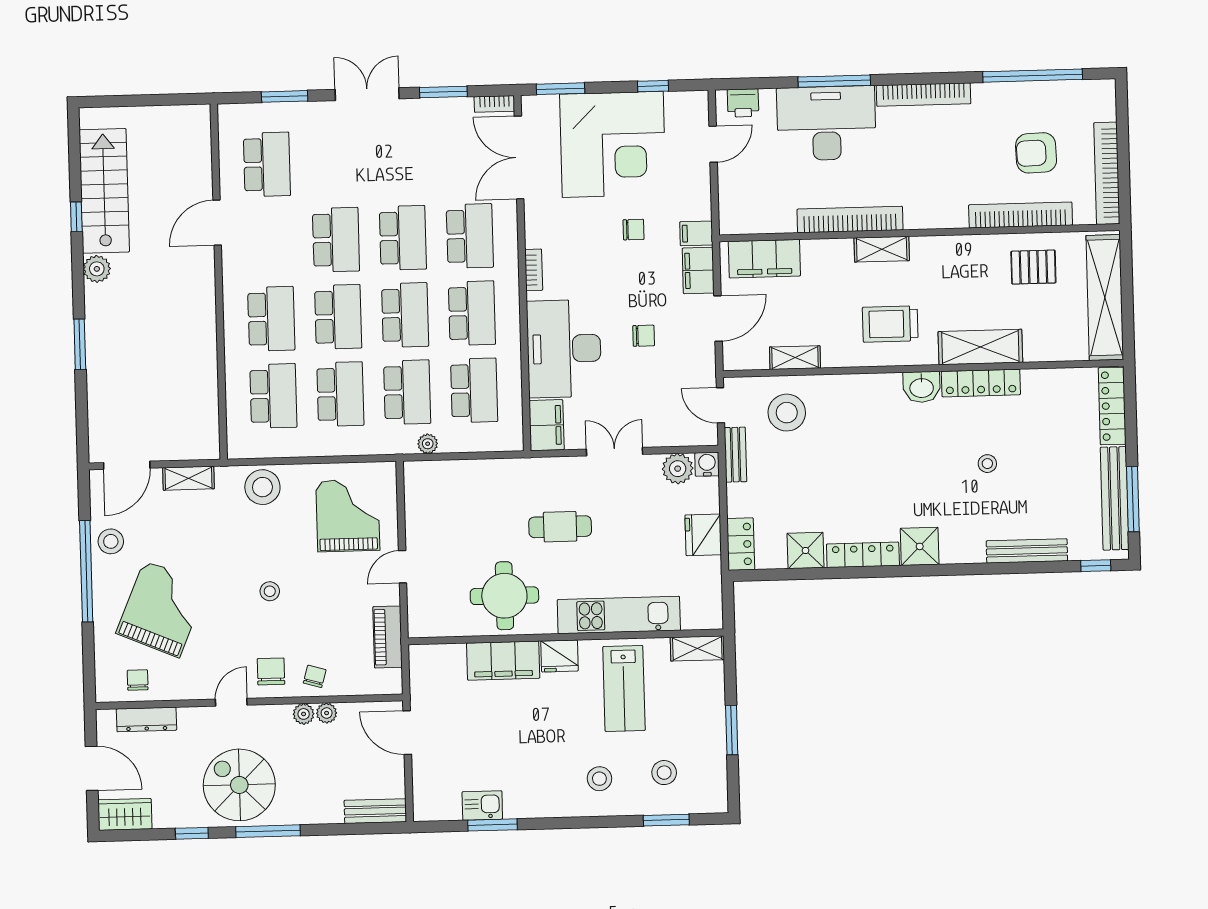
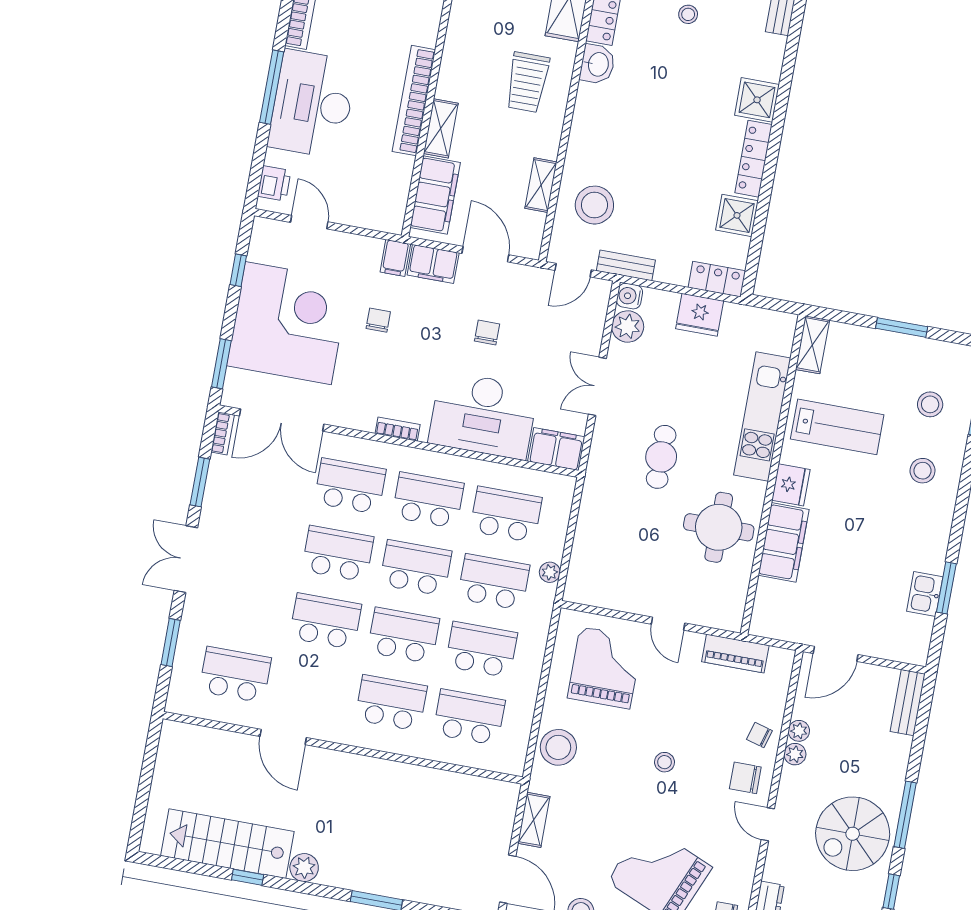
shelving: (882, 249) -> (441, 128), moved
grand piano: (348, 516) -> (605, 668), turned 90

